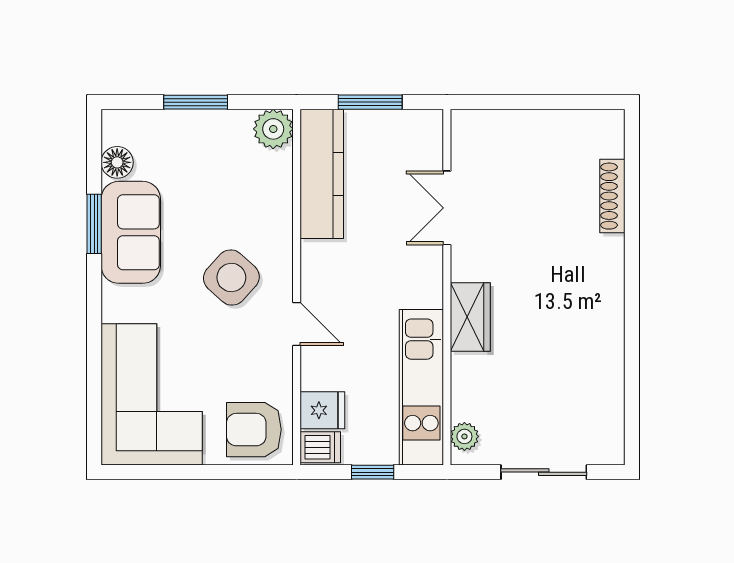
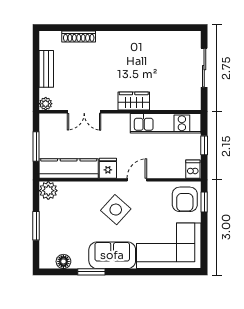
bench: (541, 125) -> (46, 69), added
sofa: (131, 232) -> (112, 255), moved
fridge: (322, 410) -> (108, 168), moved
plant: (464, 436) -> (46, 104), moved
window: (248, 472) -> (204, 202), added

